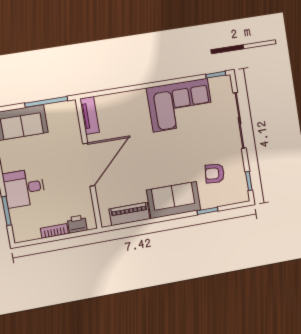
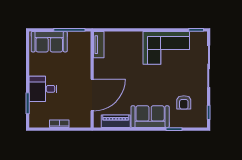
door: (89, 165) -> (92, 95), moved
armchair: (215, 173) -> (184, 102), turned -95
printer: (77, 224) -> (76, 122), removed

